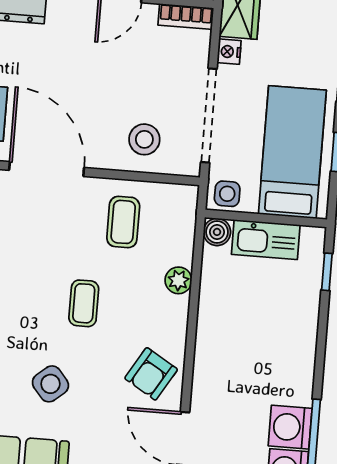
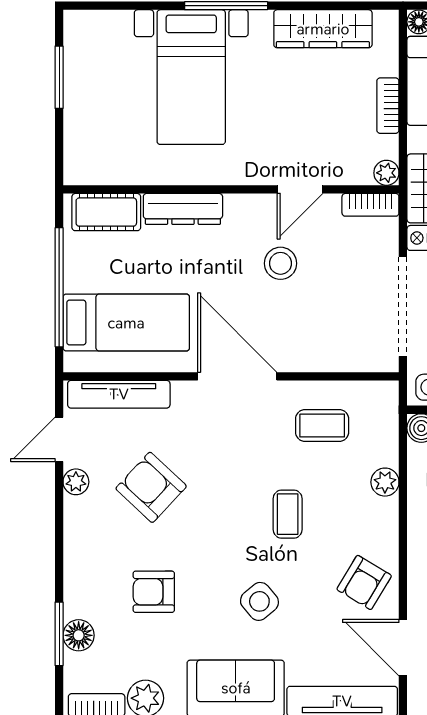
stool: (144, 139) -> (281, 263), moved
coffee table: (123, 222) -> (322, 426), turned 90

